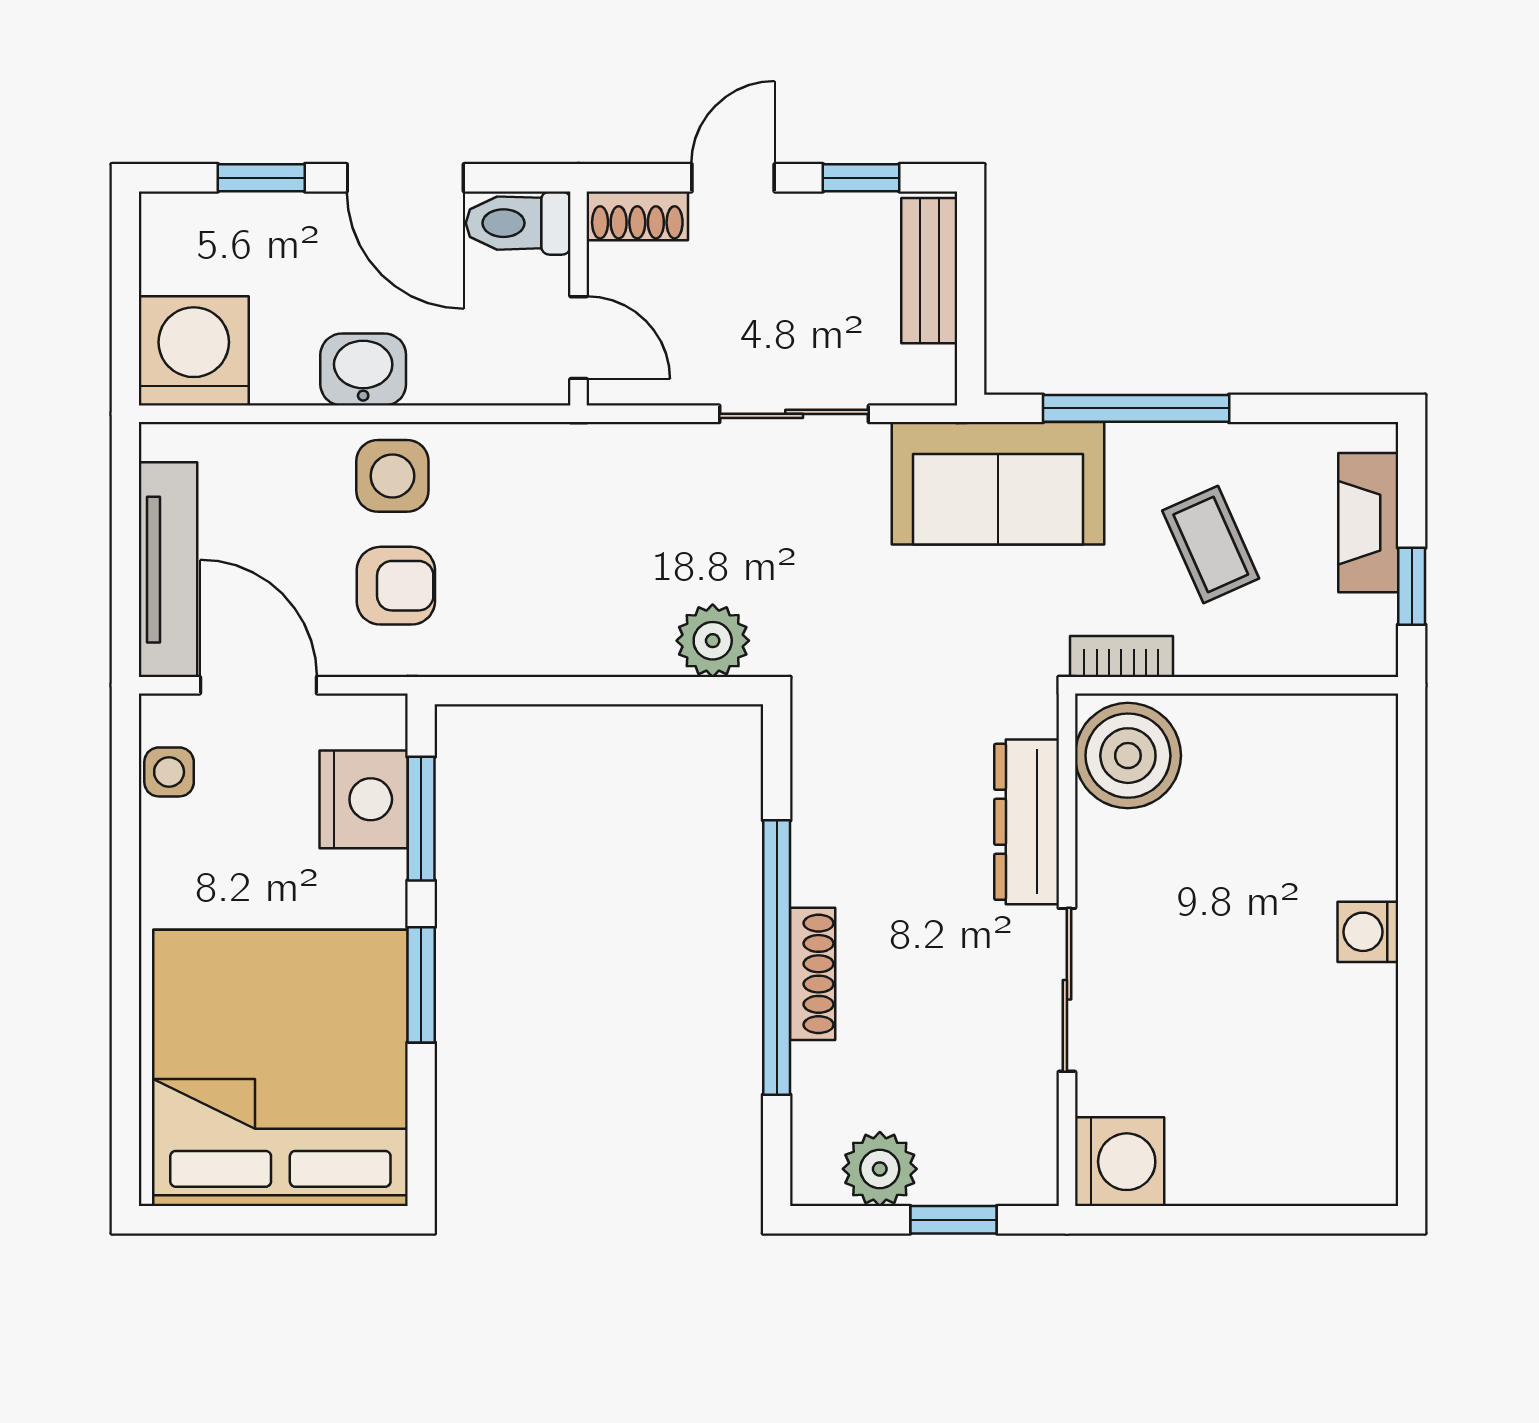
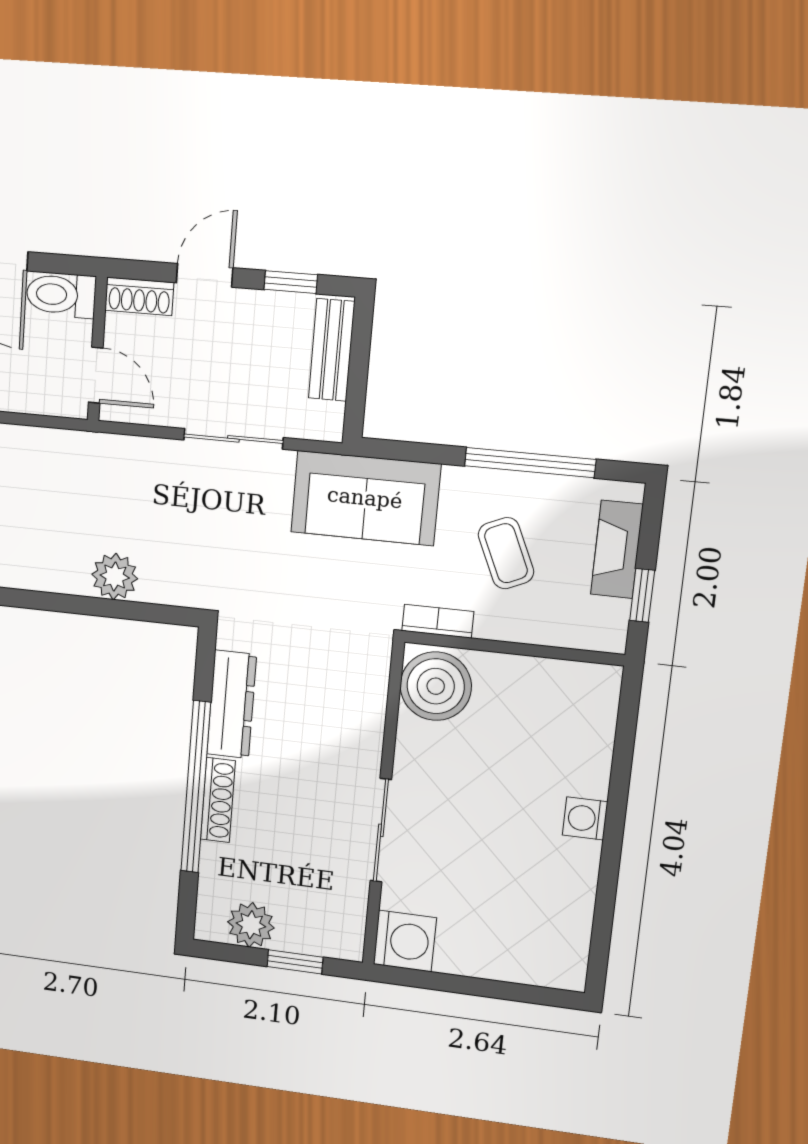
window: (1136, 408) -> (530, 463), moved
plant: (713, 641) -> (115, 576), moved
dresser: (1027, 822) -> (232, 704), moved, turned 180

